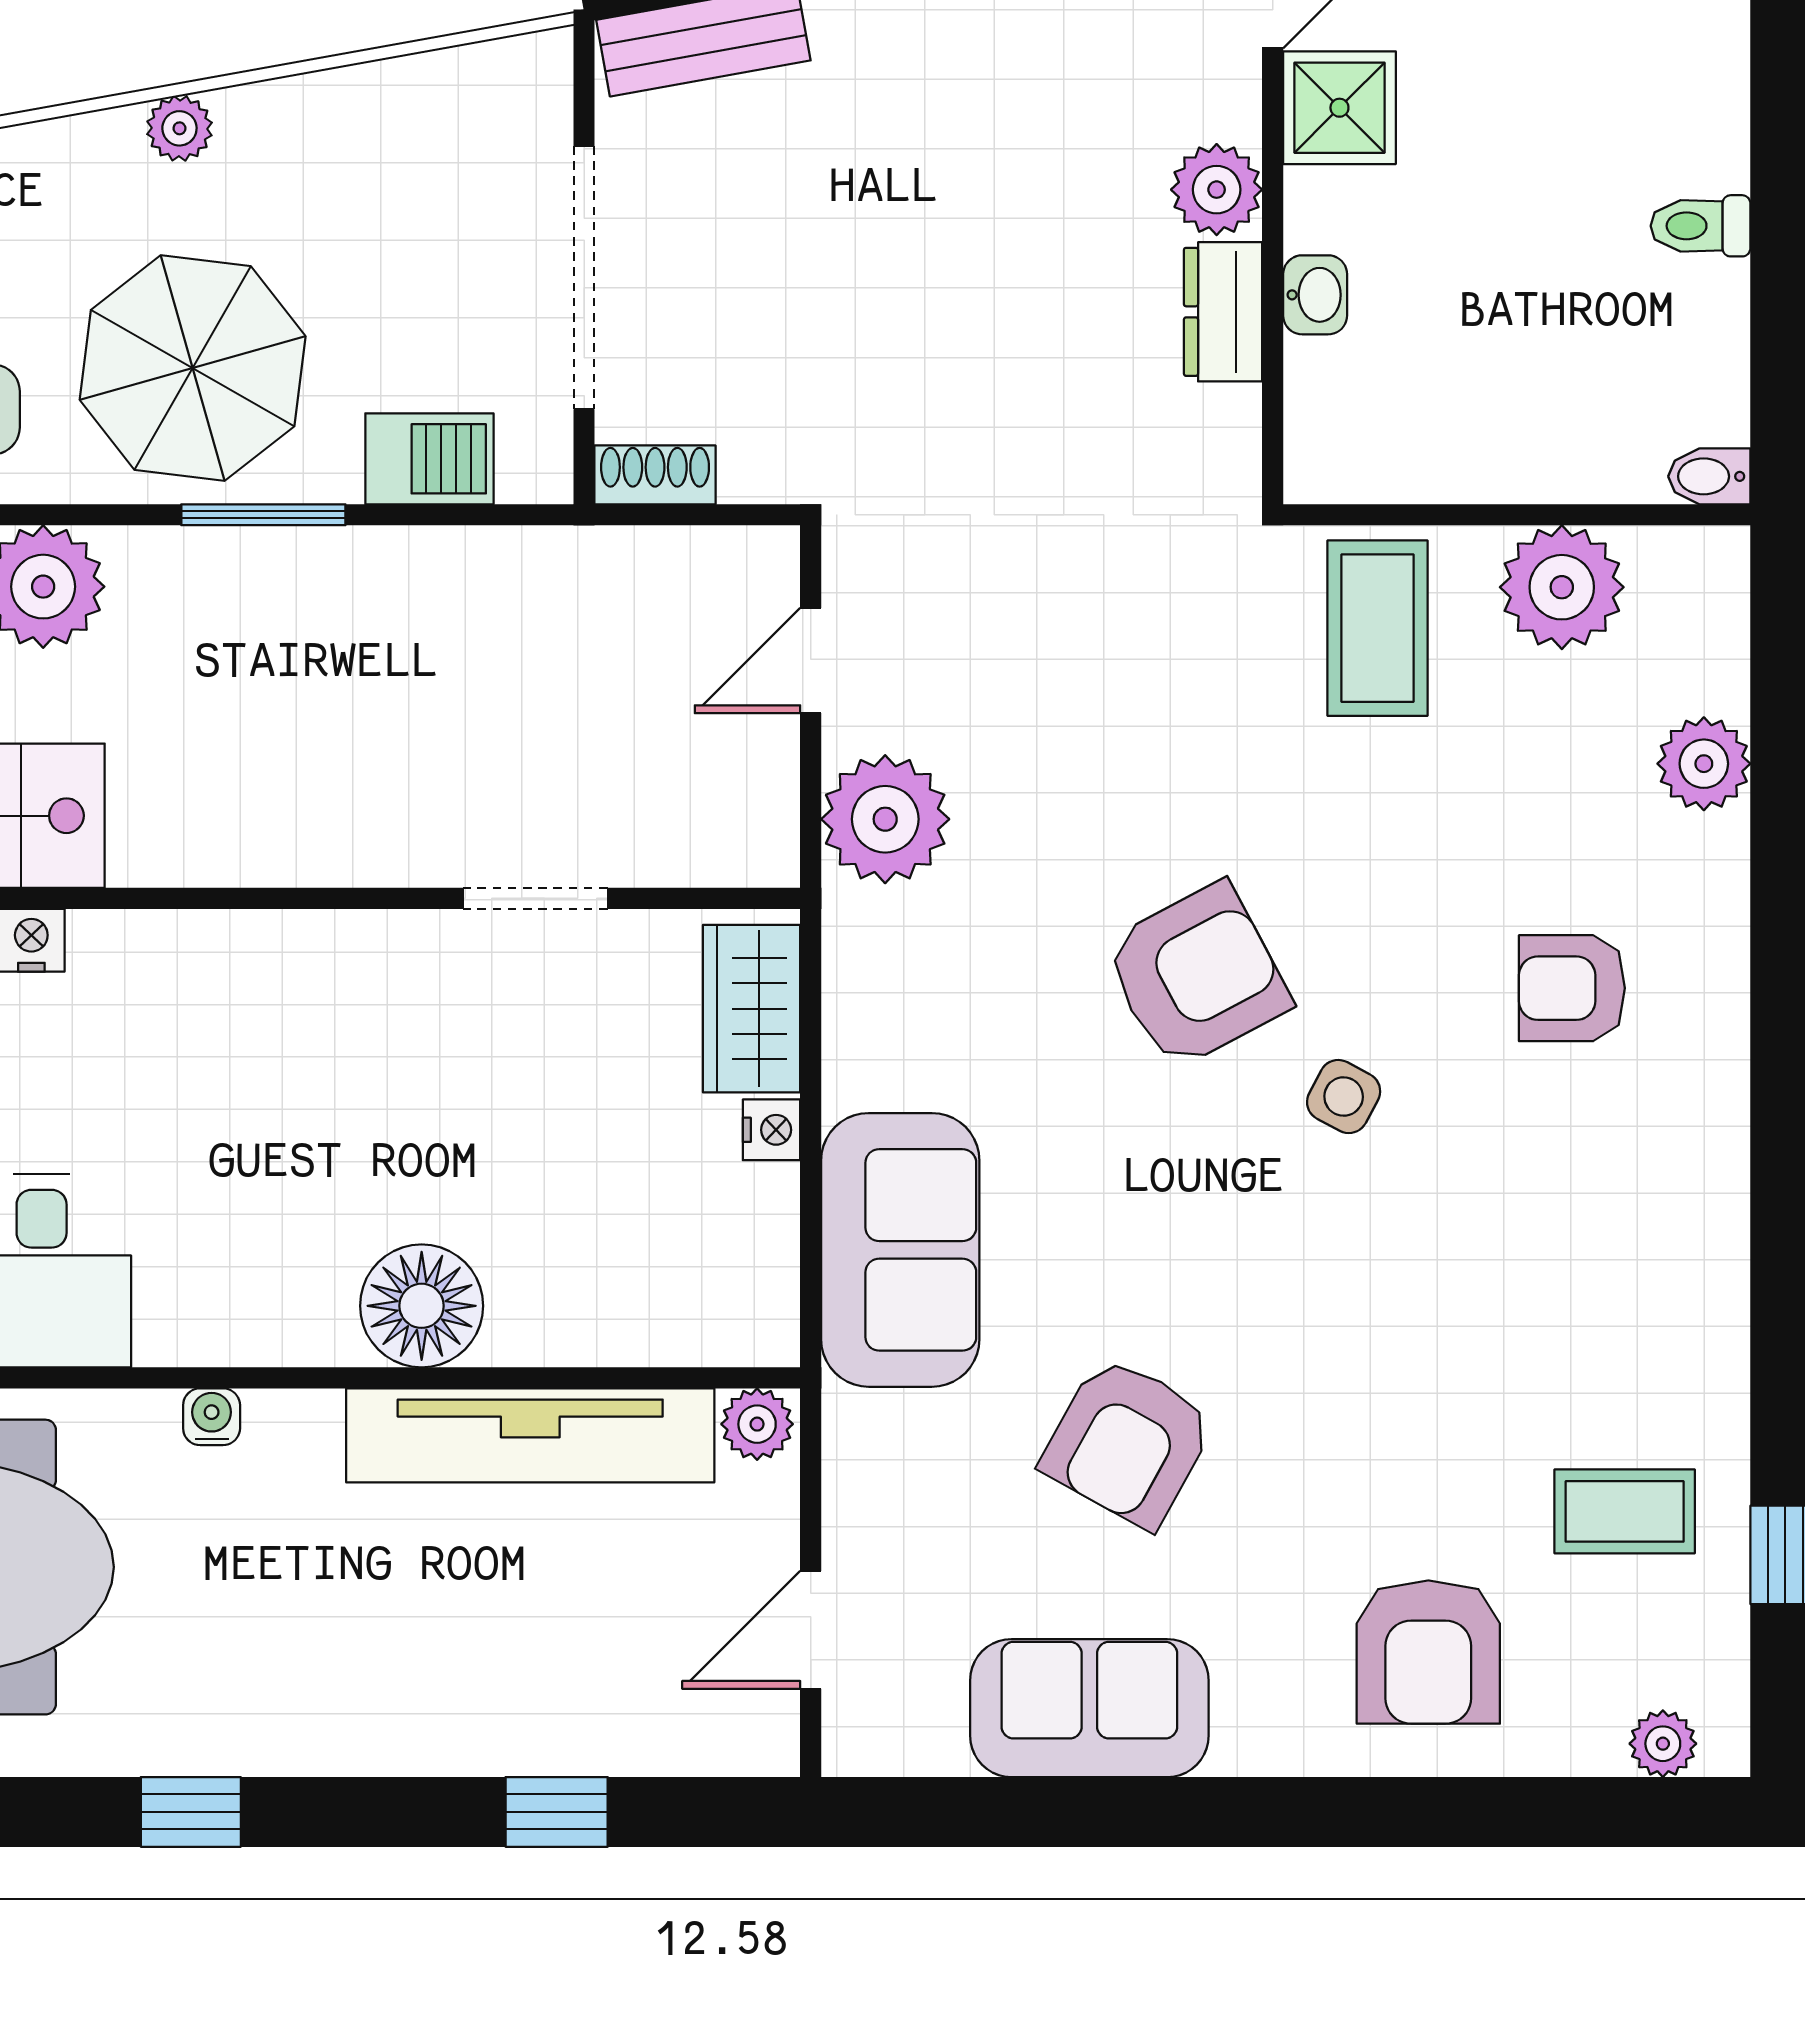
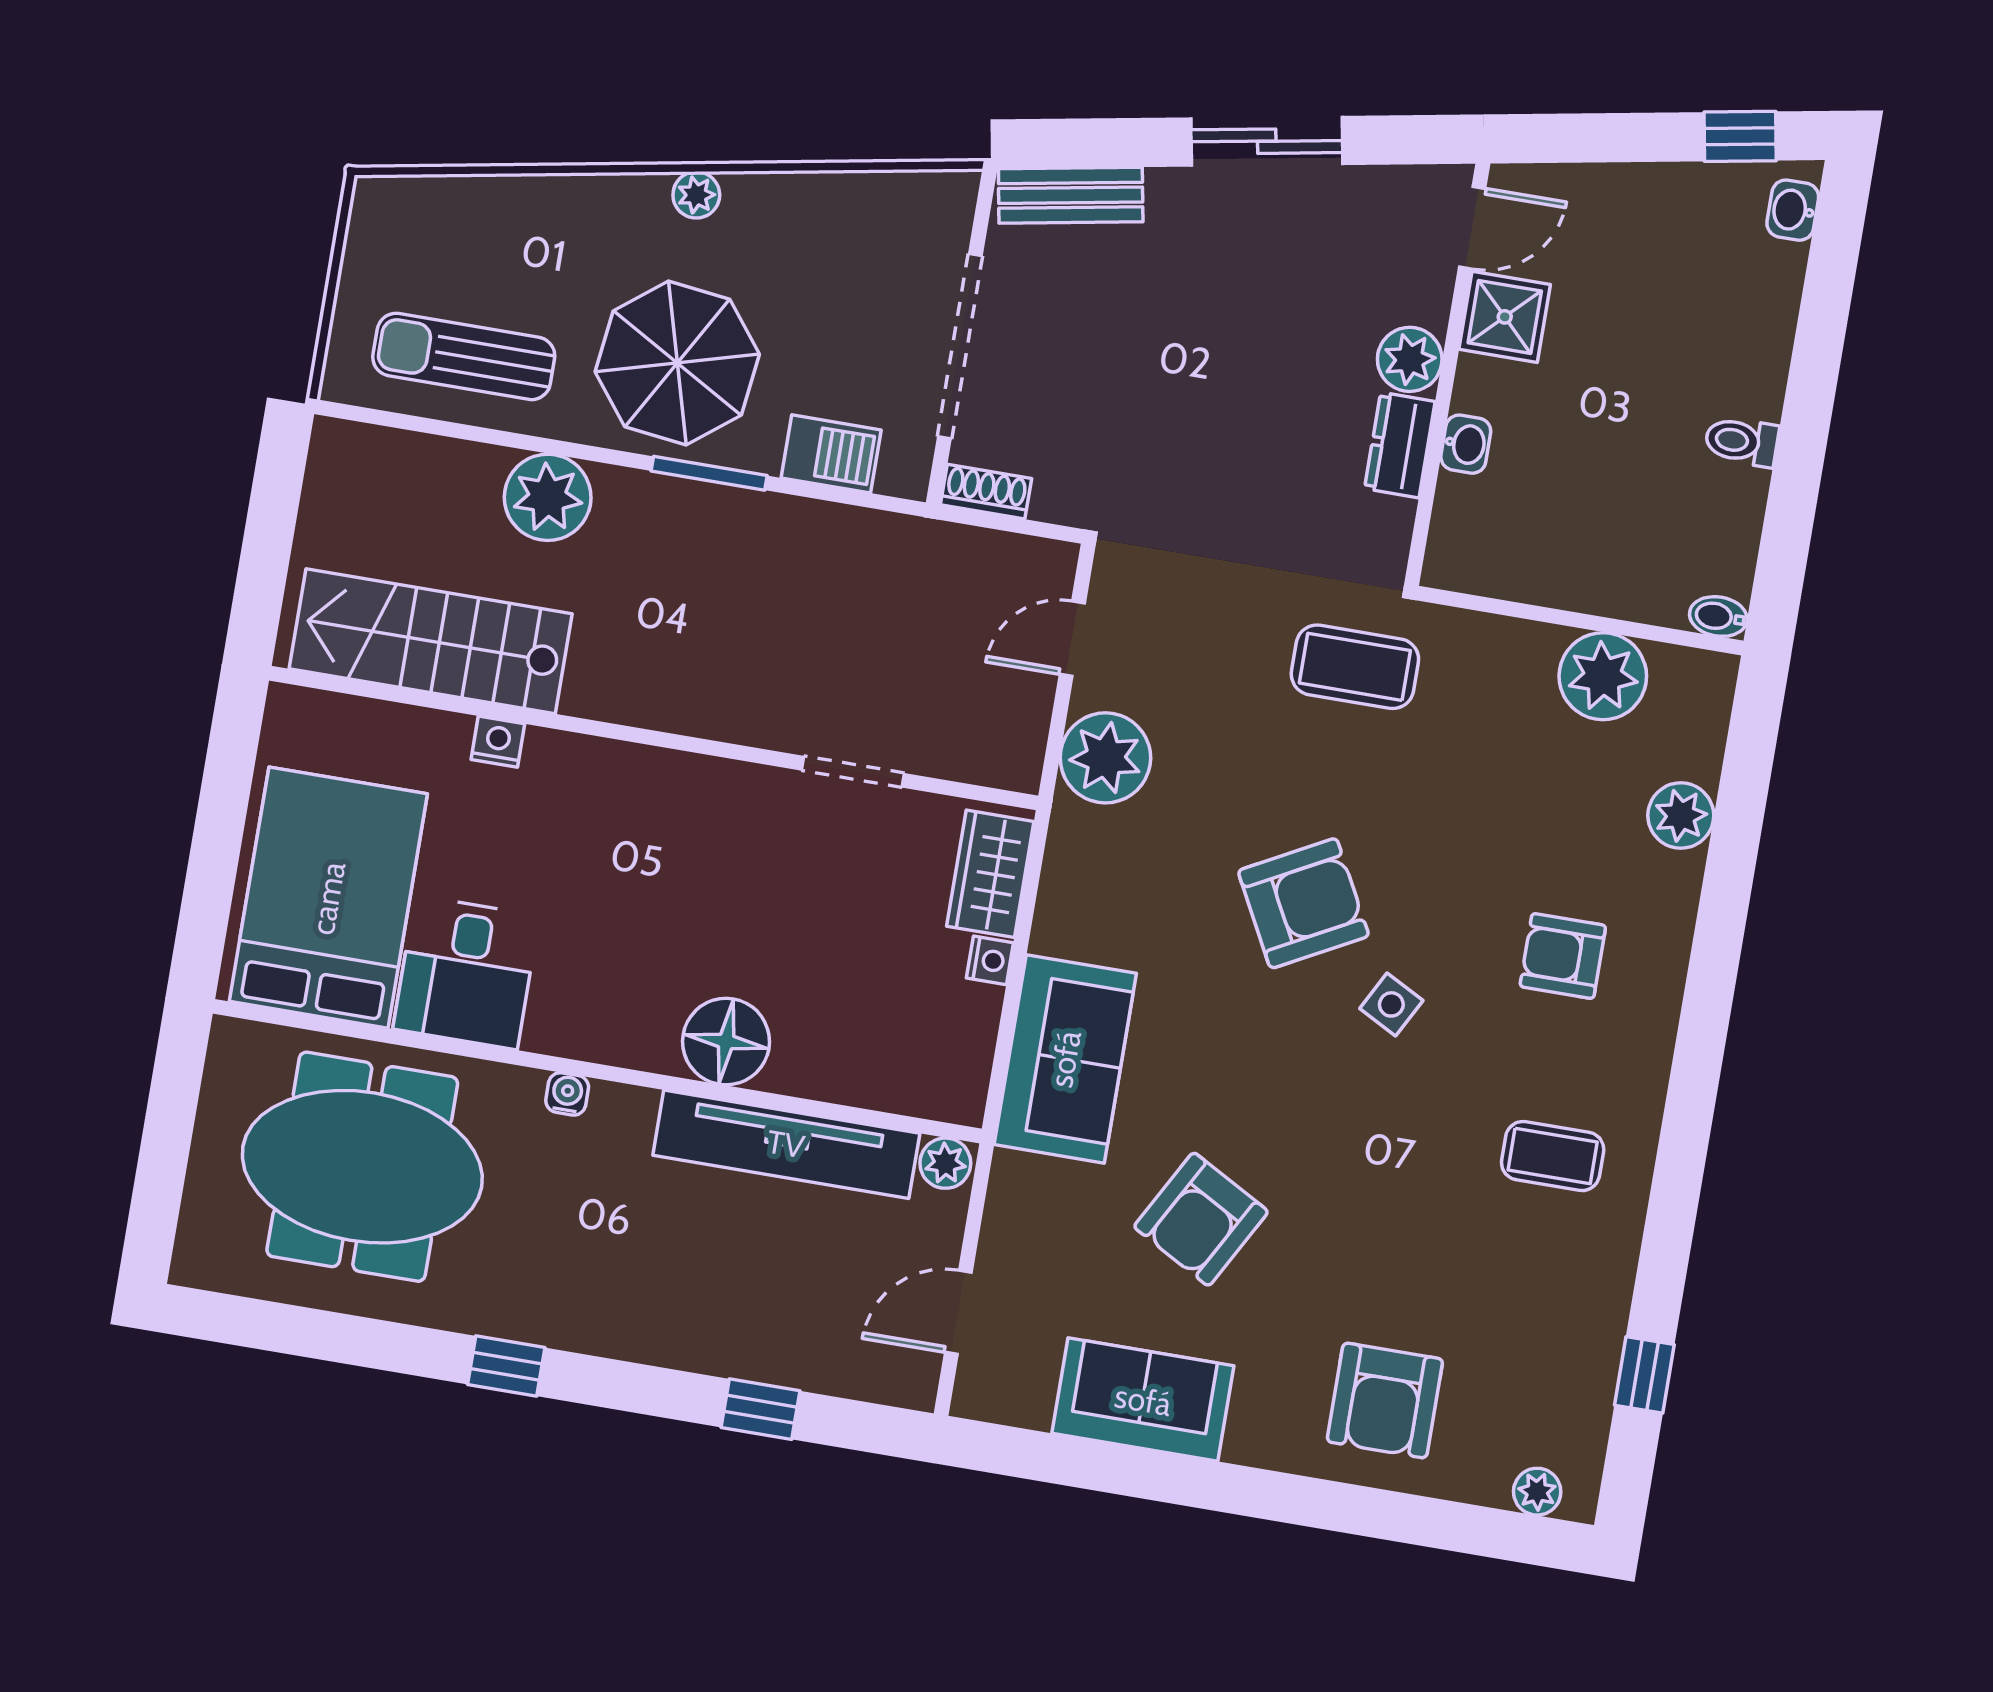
coffee table: (1377, 628) -> (1355, 667), moved, turned 90
coffee table: (1625, 1511) -> (1553, 1156), moved

